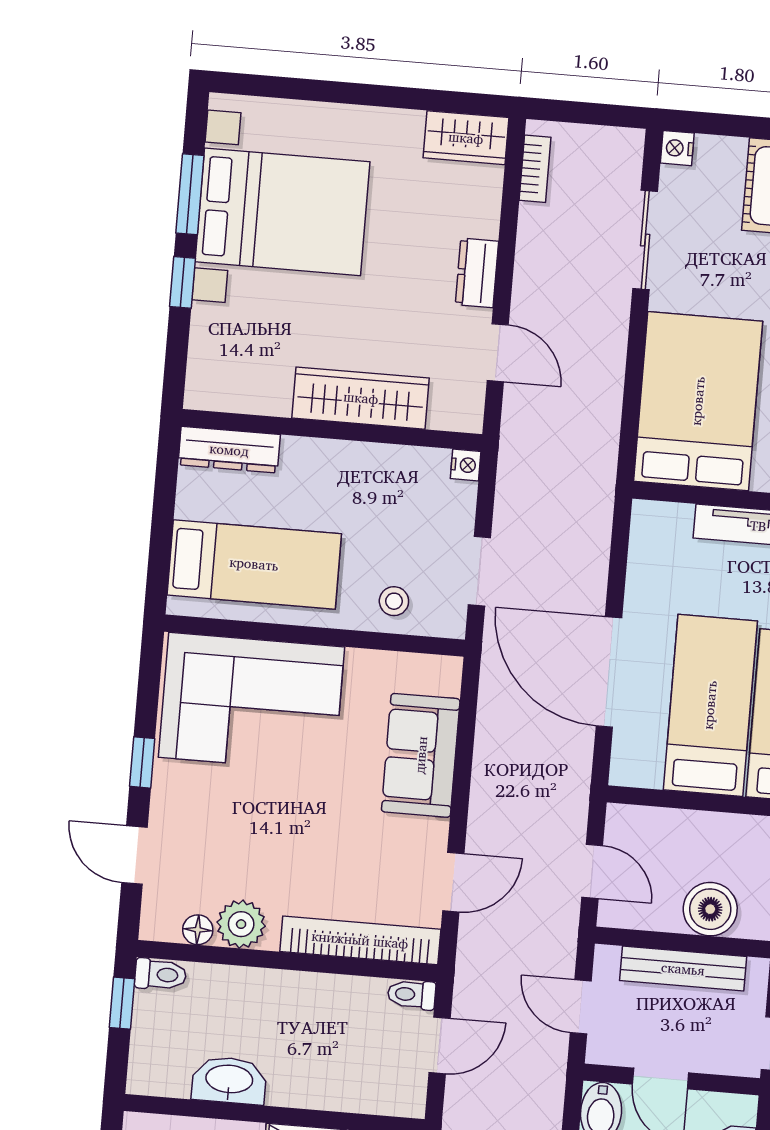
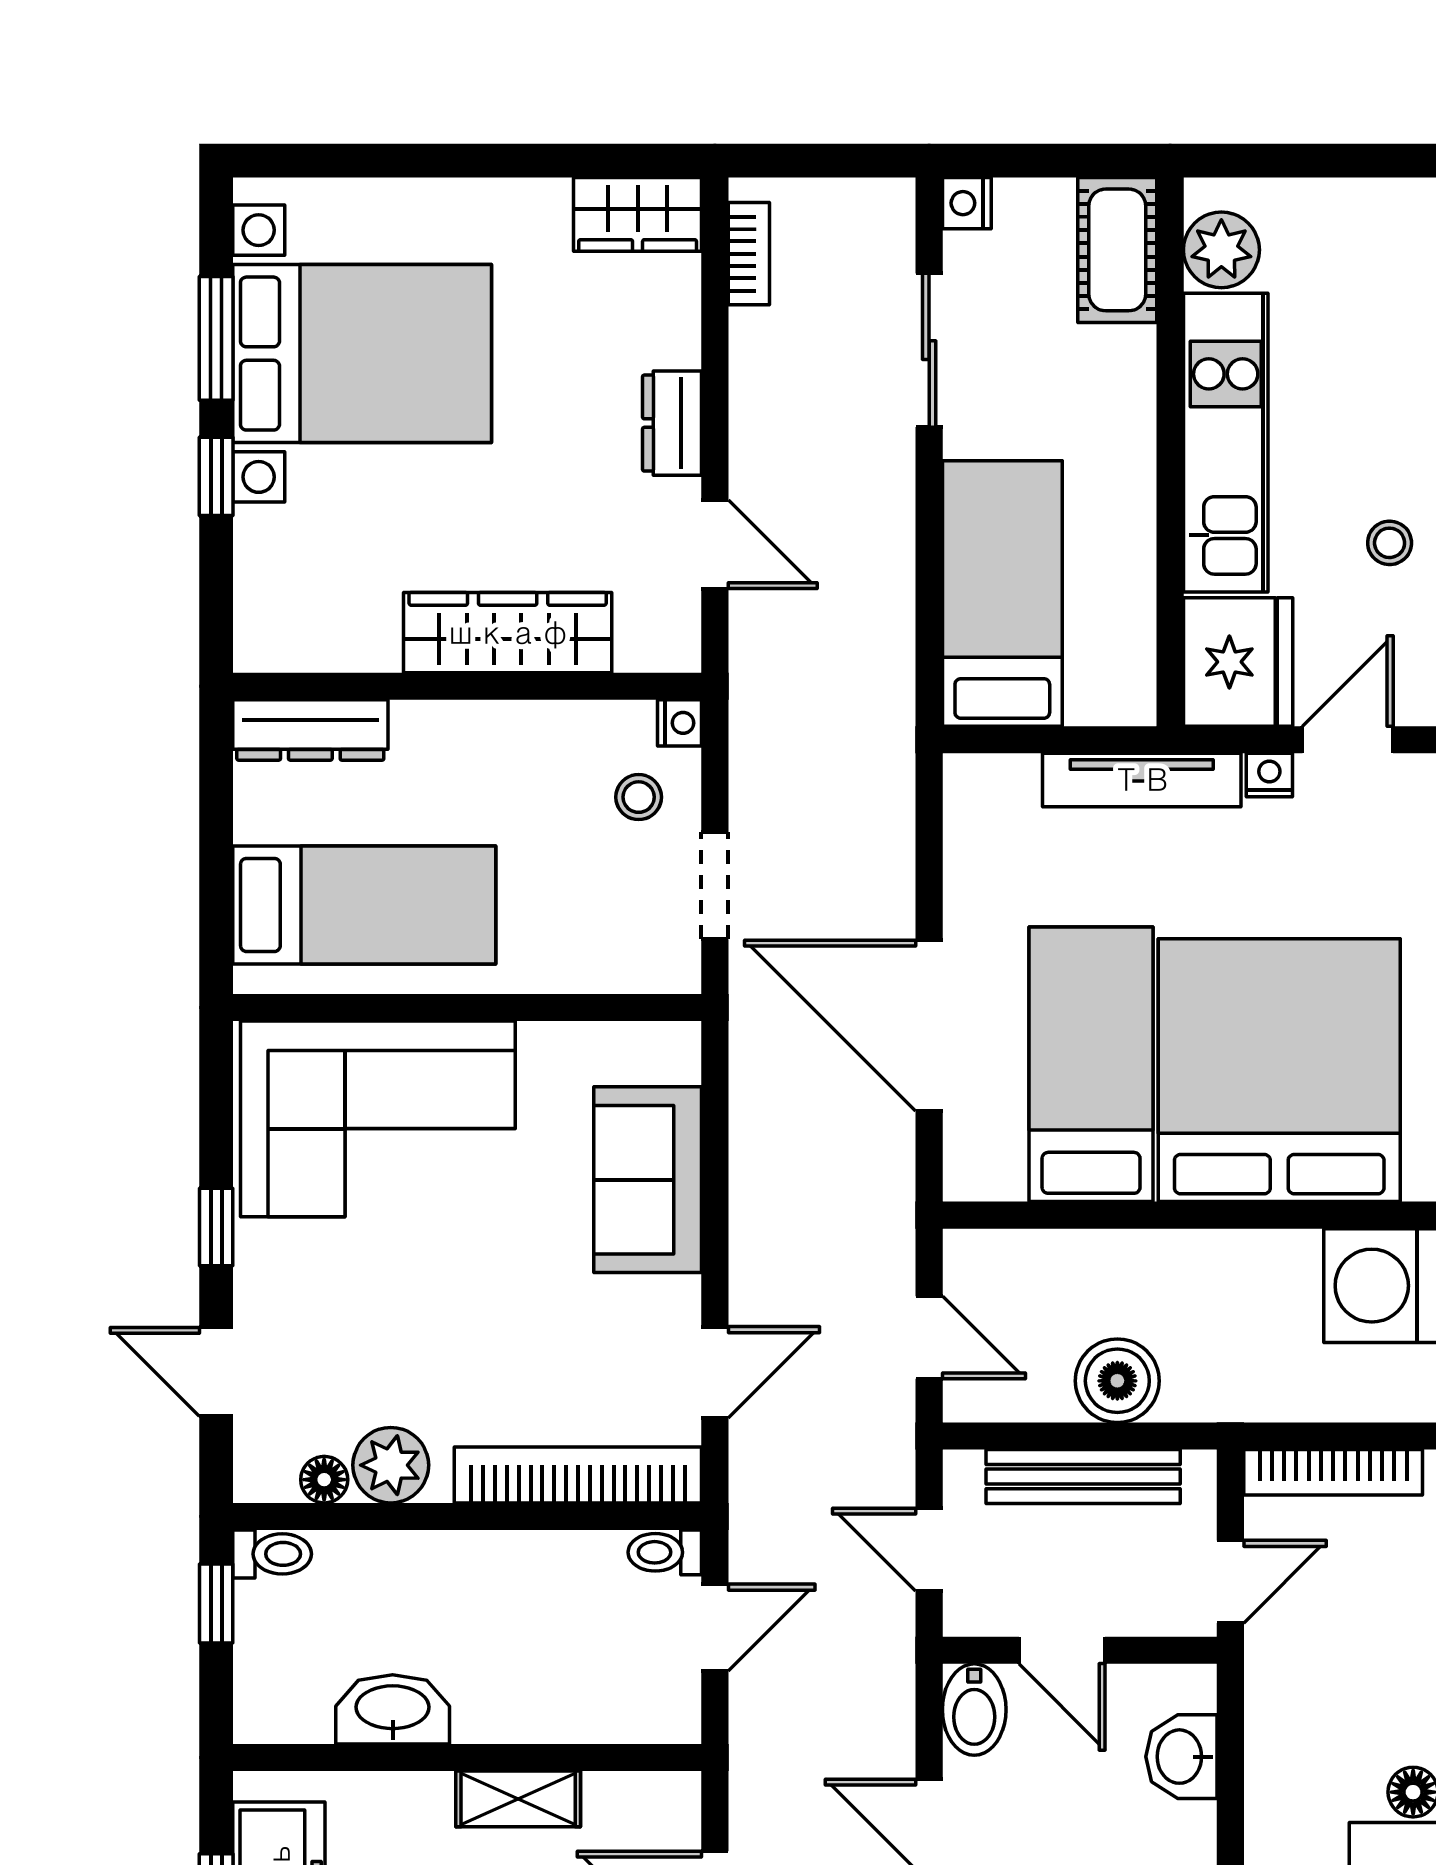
bed: (698, 401) -> (1002, 593), width x0.67
stool: (394, 601) -> (639, 797), moved

